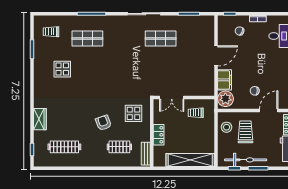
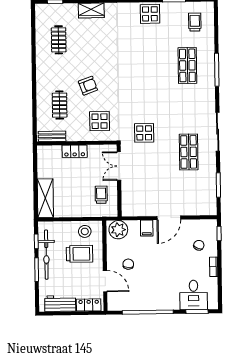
door: (216, 56) -> (169, 218), hinge flipped
display table: (62, 69) -> (150, 14), moved
display table: (144, 76) -> (144, 133), added
filing cabinet: (224, 80) -> (147, 228), width x0.50
clothes rail: (64, 147) -> (59, 40), width x0.73
shelving: (190, 160) -> (45, 198), width x0.68

